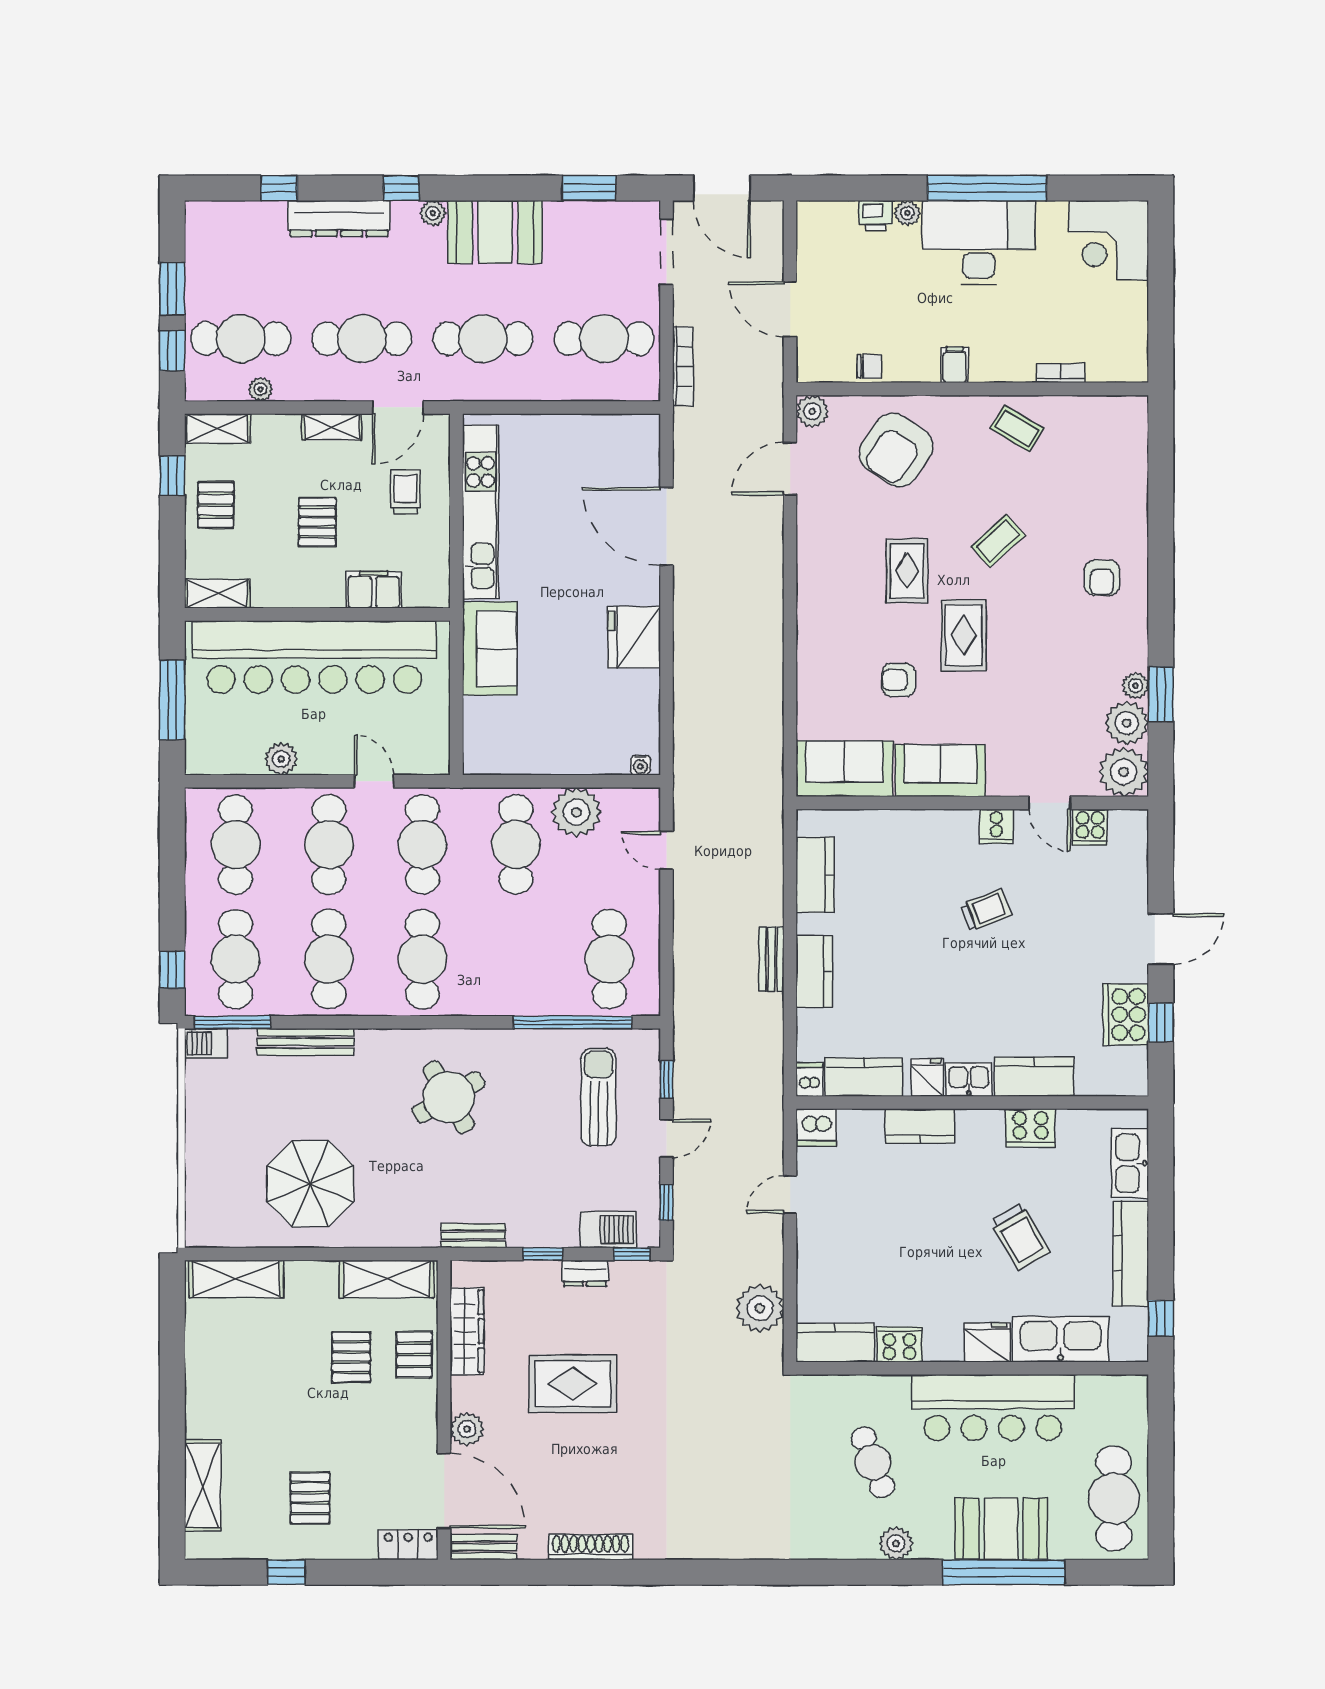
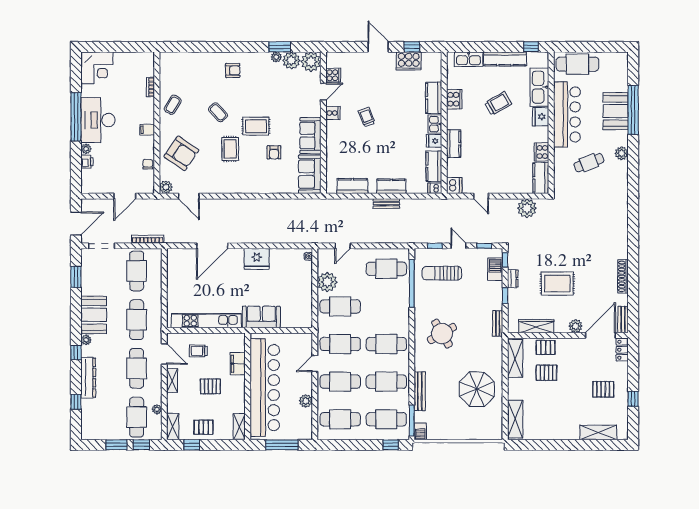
rug: (907, 571) -> (230, 149), turned 90
rug: (573, 1384) -> (557, 284), turned 90
cafe table: (1114, 1498) -> (577, 64), moved

